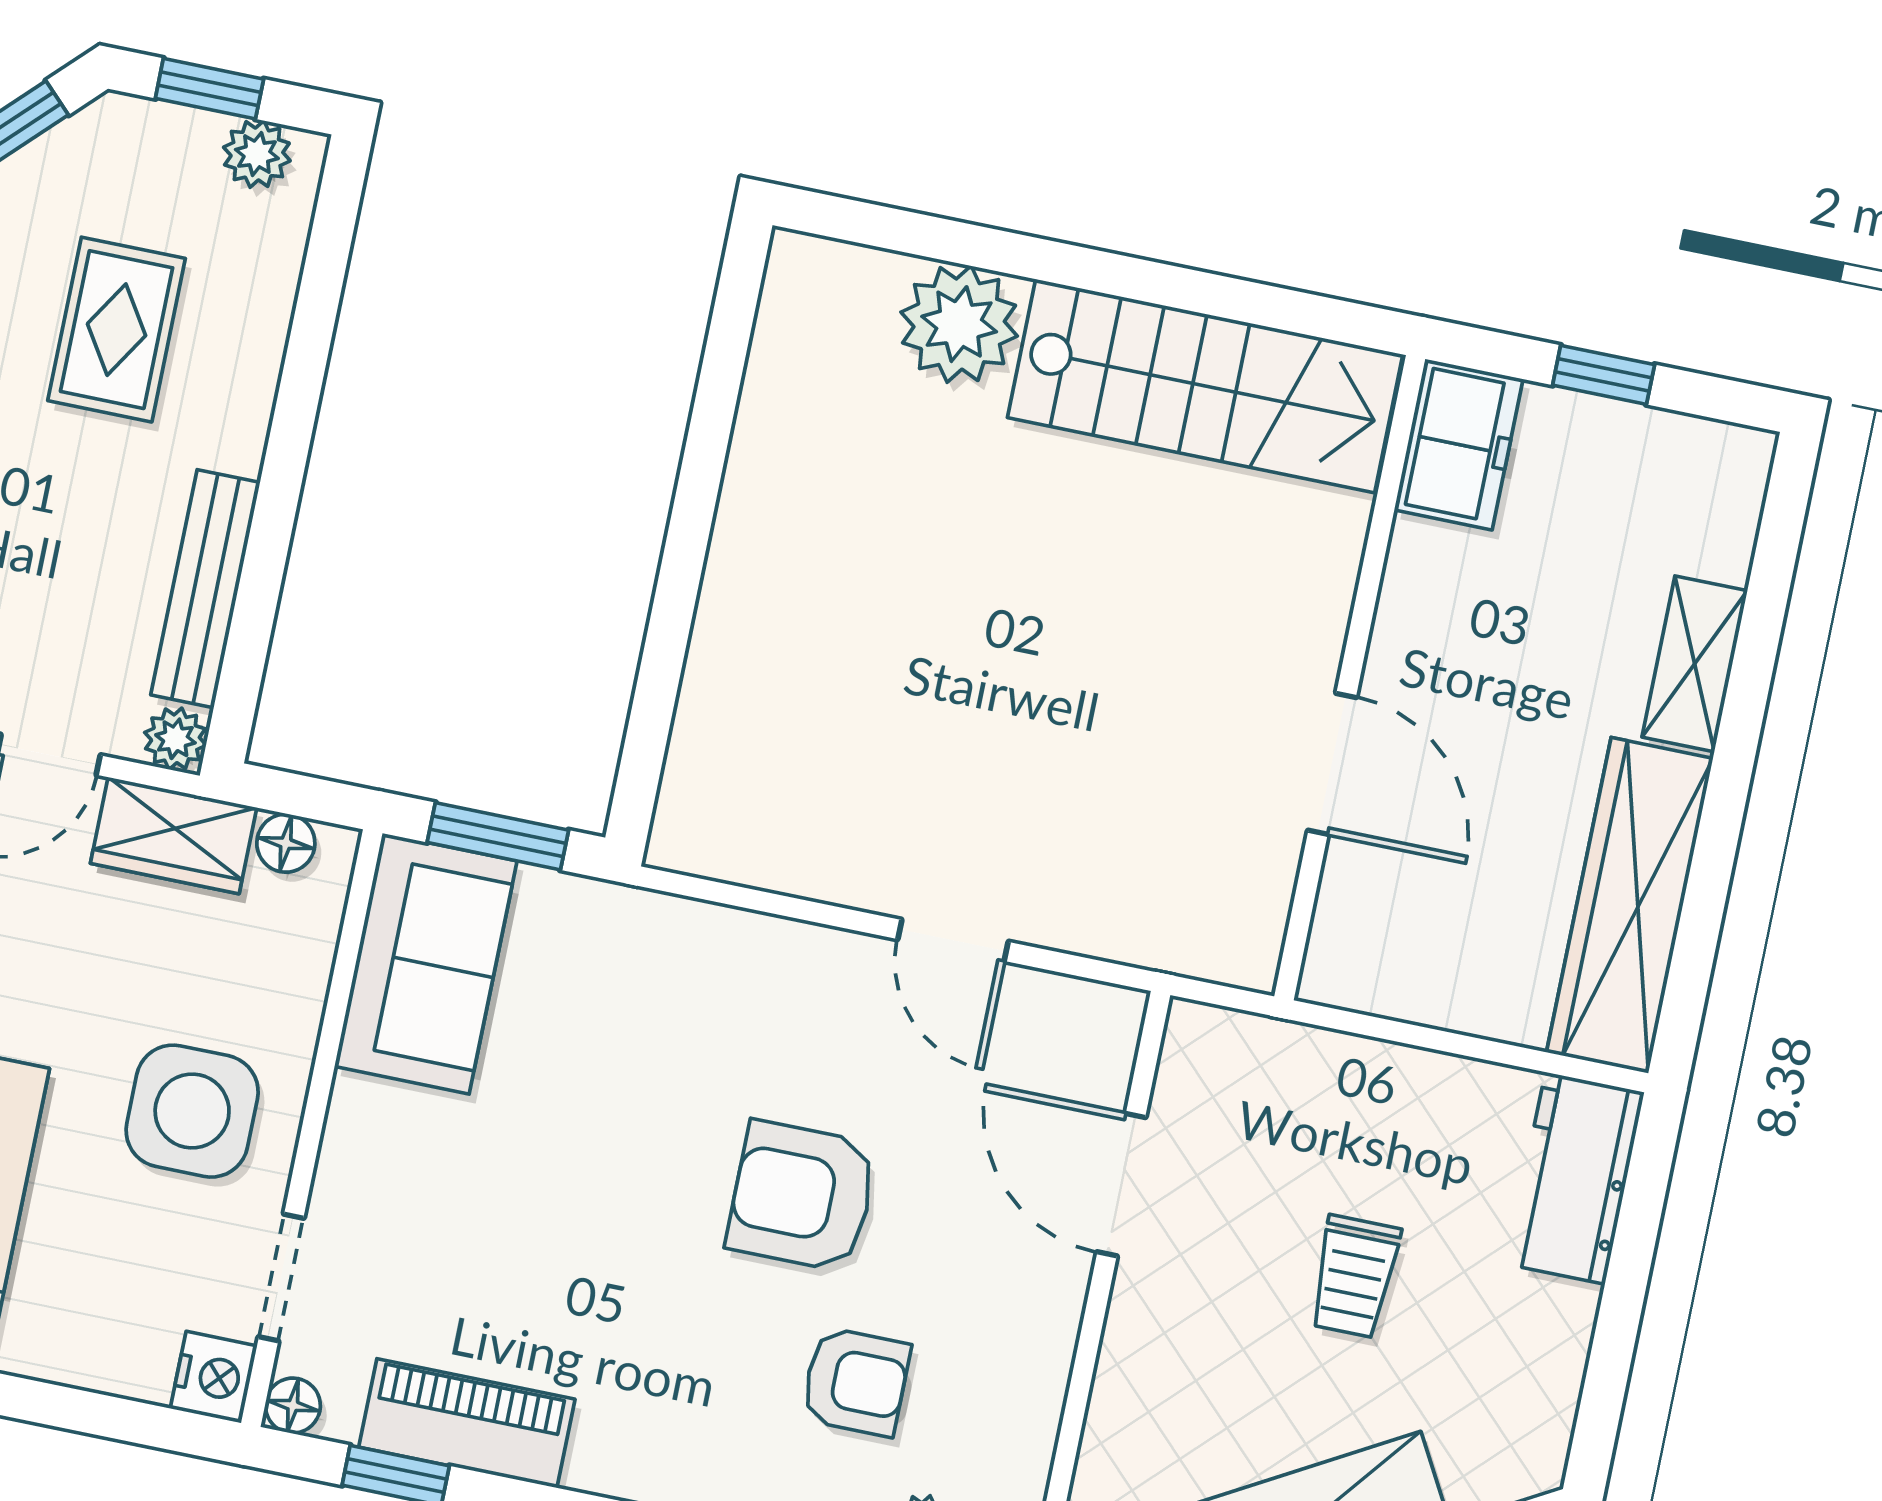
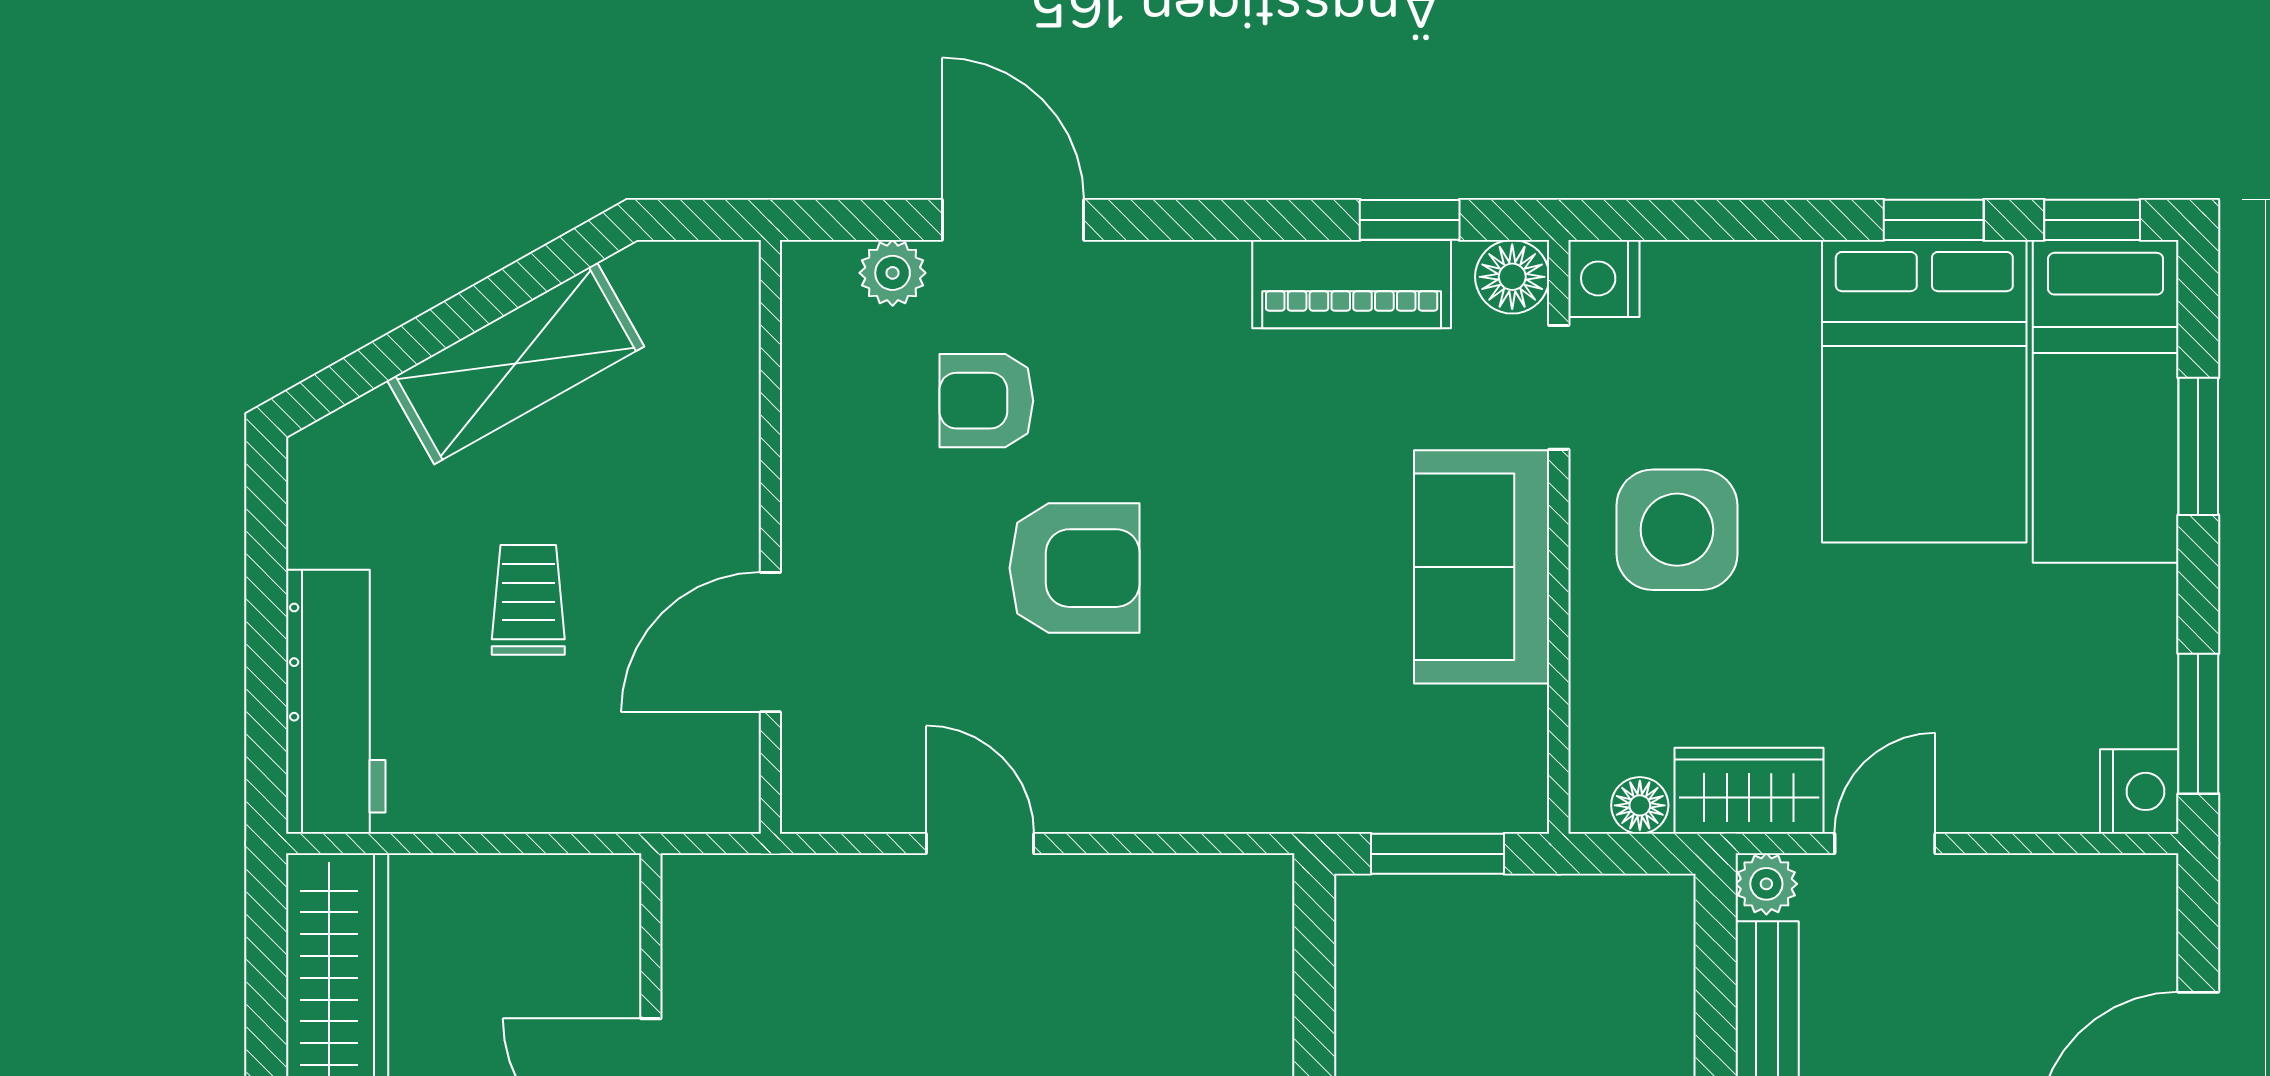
sofa: (426, 964) -> (1482, 567), moved
workbench: (1575, 1178) -> (336, 702), width x1.38
door: (1121, 1185) -> (770, 642), swing flipped
floor lamp: (293, 1406) -> (1512, 277), width x1.37, depth x1.37

